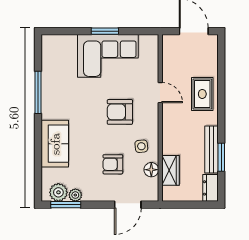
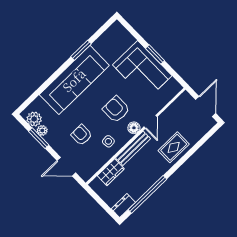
window: (38, 92) -> (81, 50), width x0.69
sofa: (55, 144) -> (74, 80), width x1.85, depth x1.27
bench: (211, 149) -> (133, 148), moved
window: (221, 157) -> (147, 194), width x2.11
floor lamp: (151, 170) -> (134, 128), moved
window: (66, 205) -> (39, 138), moved

